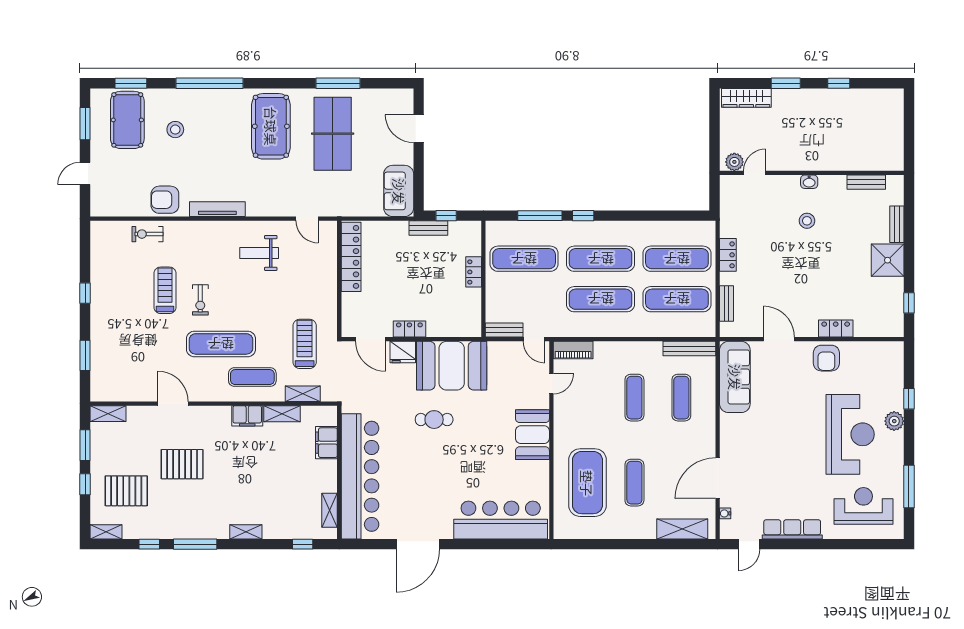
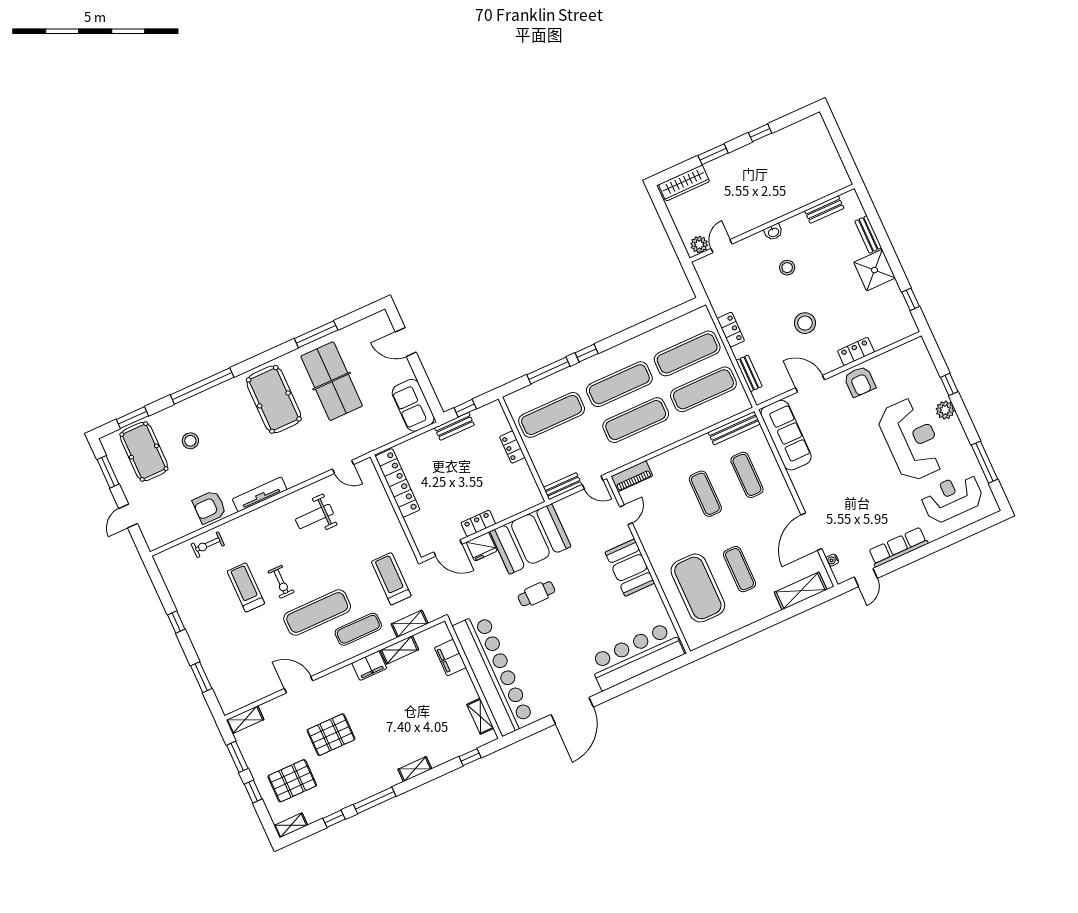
stool: (800, 280) -> (805, 323), added

